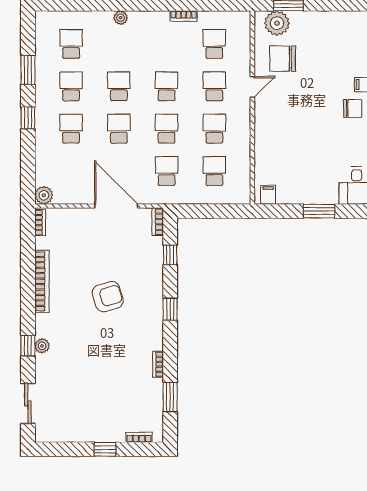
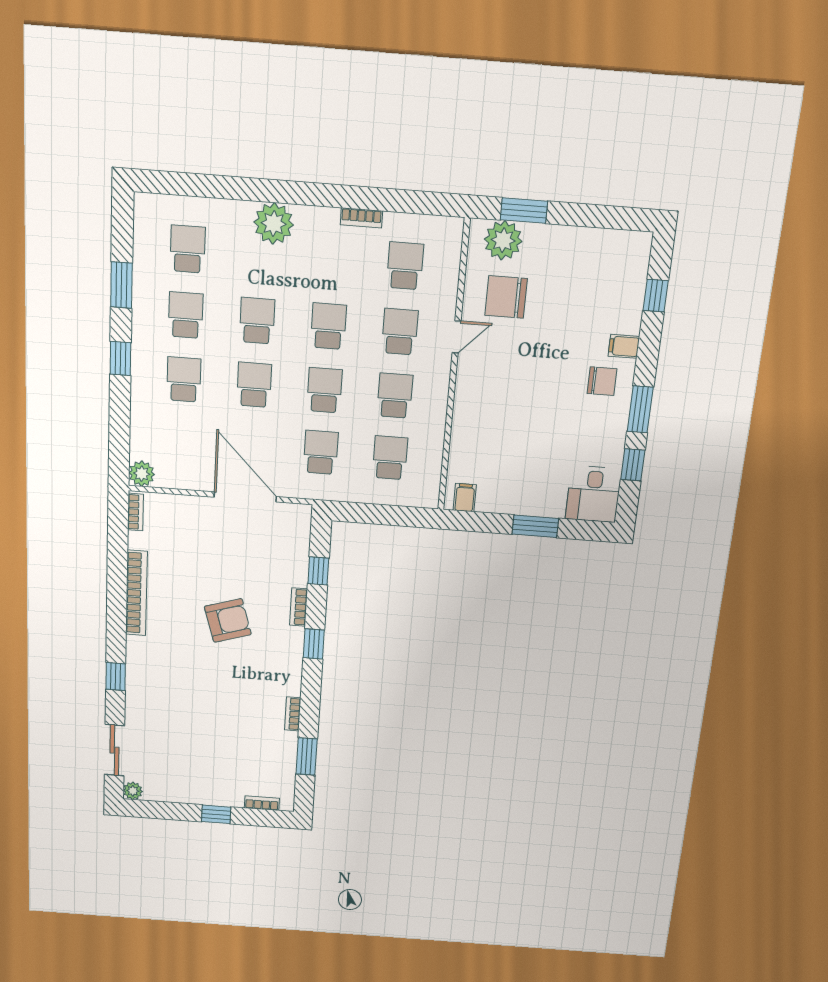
plant: (121, 18) -> (274, 223), width x1.87, depth x1.87
bookcase: (158, 222) -> (299, 607), moved
plant: (42, 346) -> (133, 791), moved

